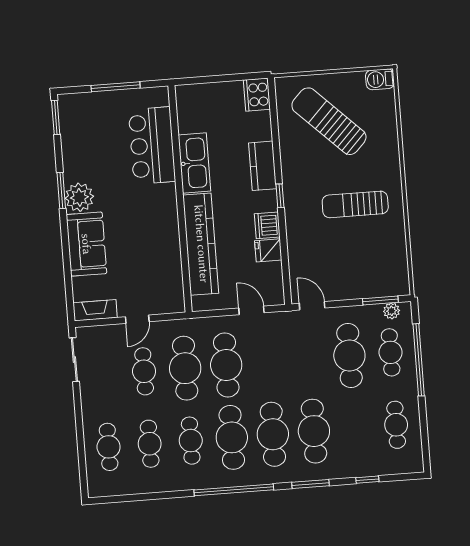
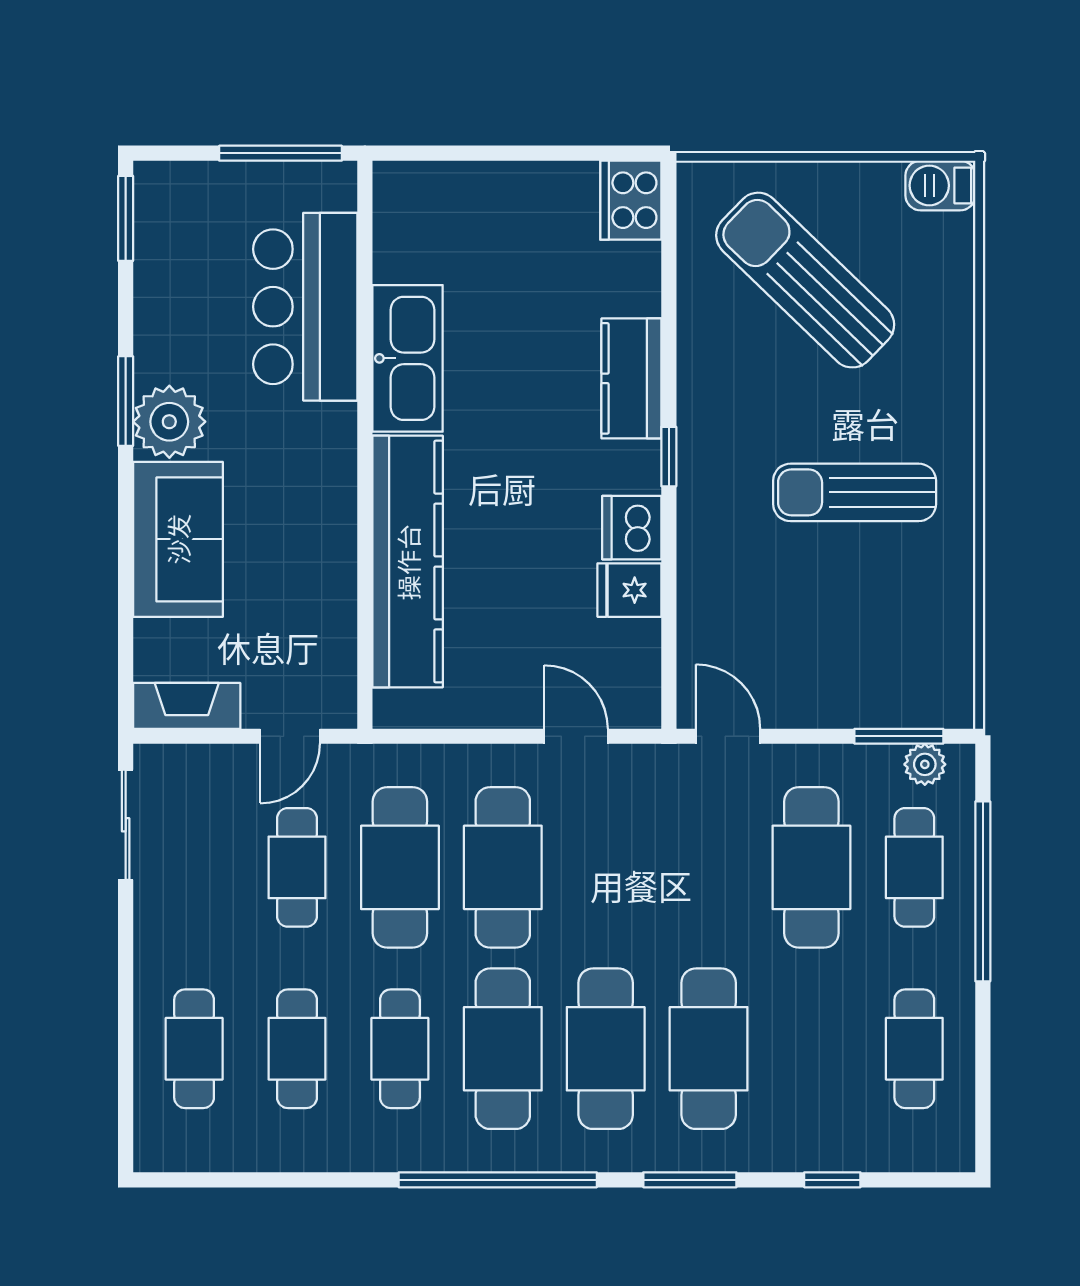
bar counter: (152, 146) -> (305, 307), moved
kitchen sink: (194, 163) -> (408, 358), moved
wall: (180, 199) -> (365, 445), moved
kitchen counter: (201, 244) -> (408, 562), moved

